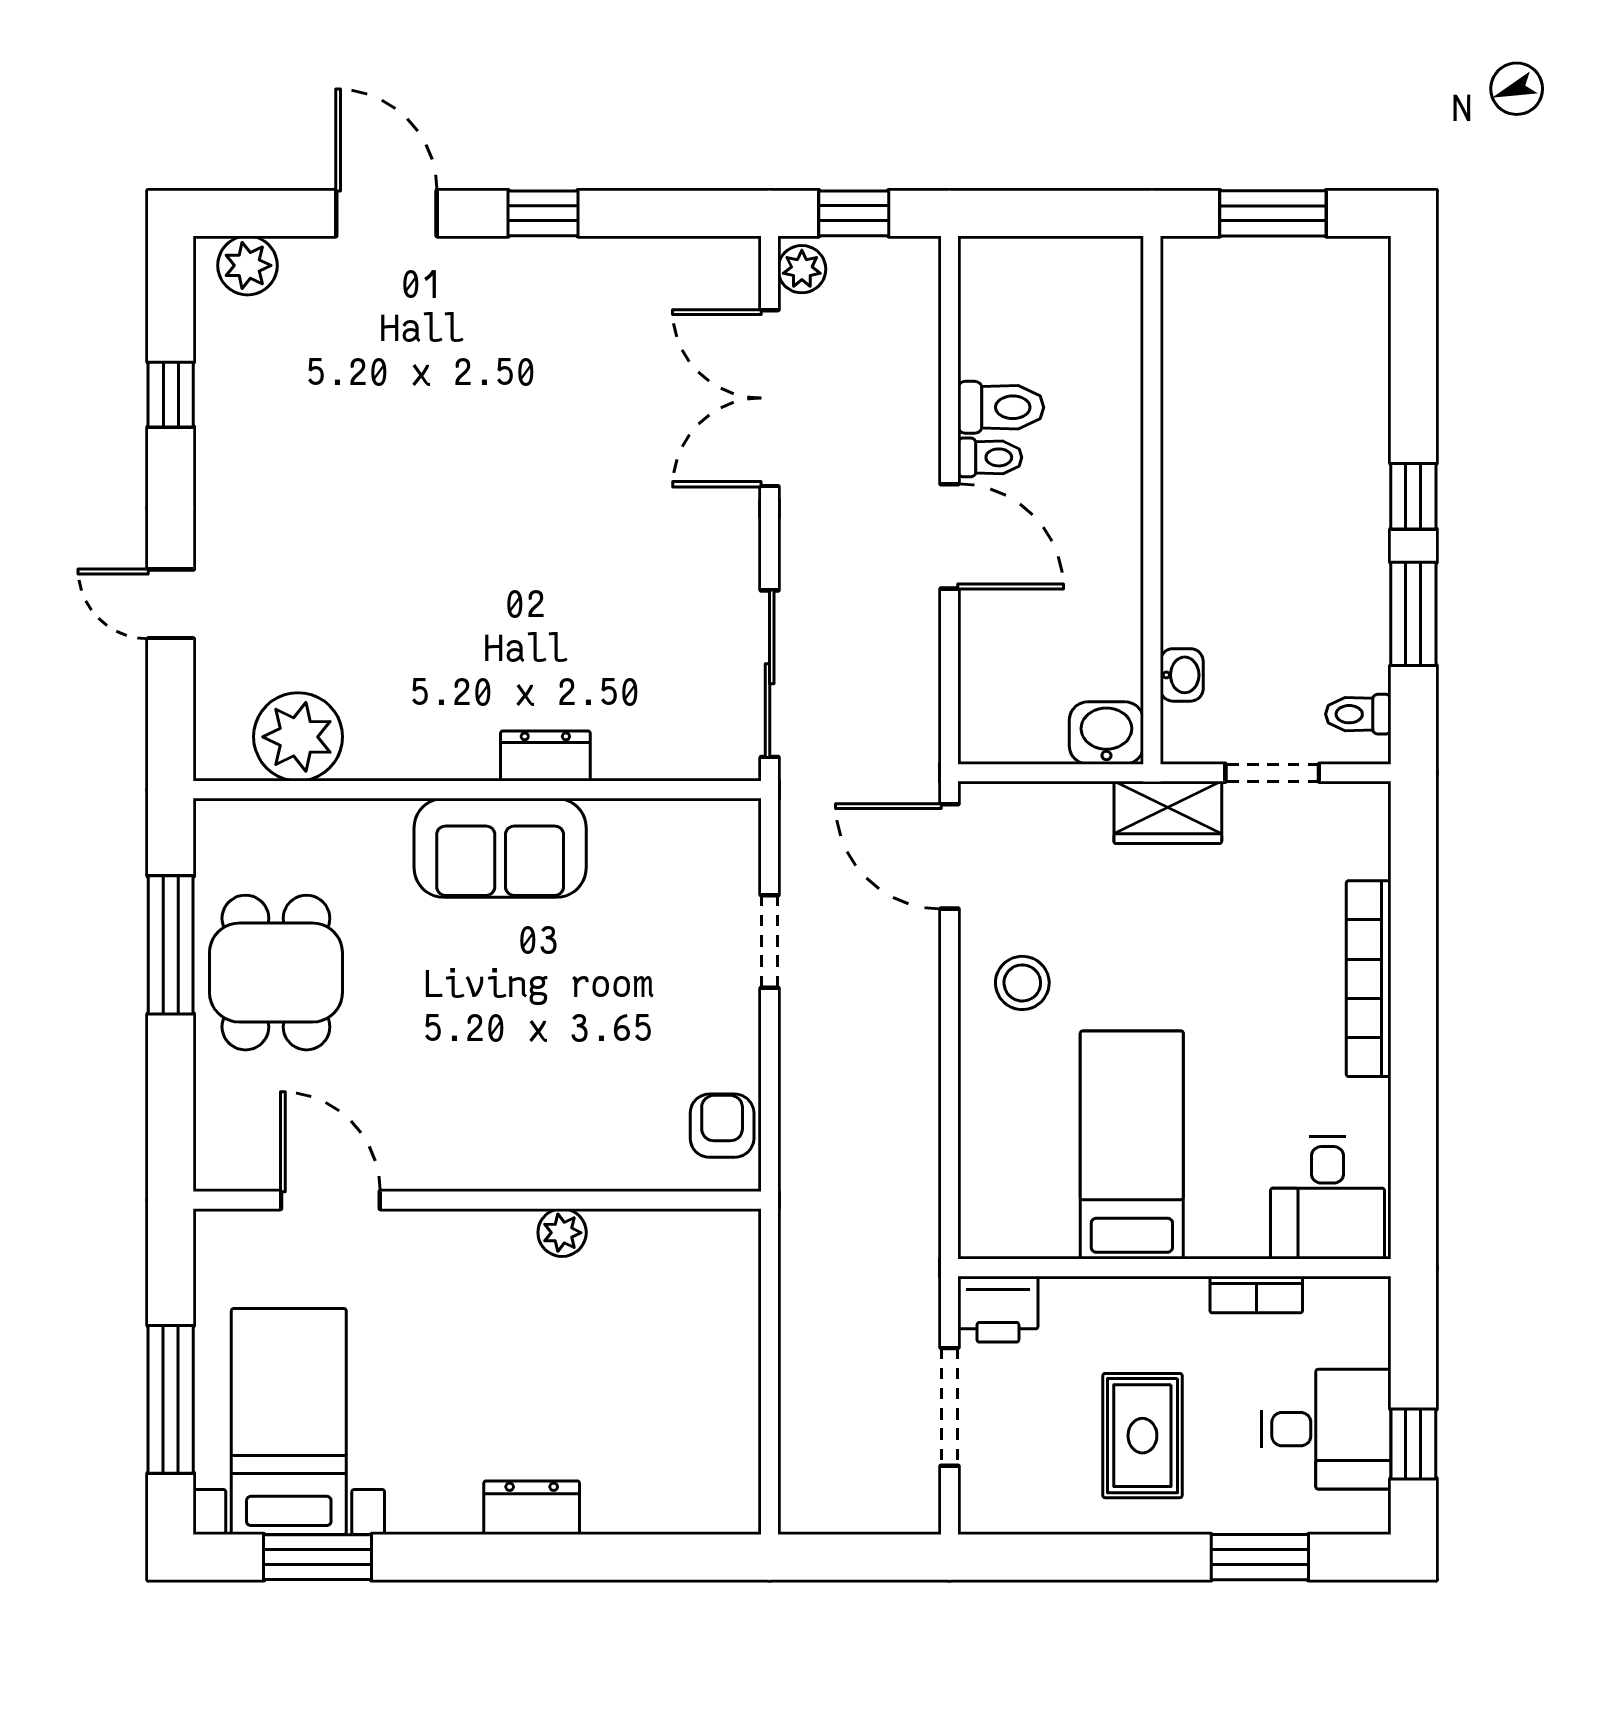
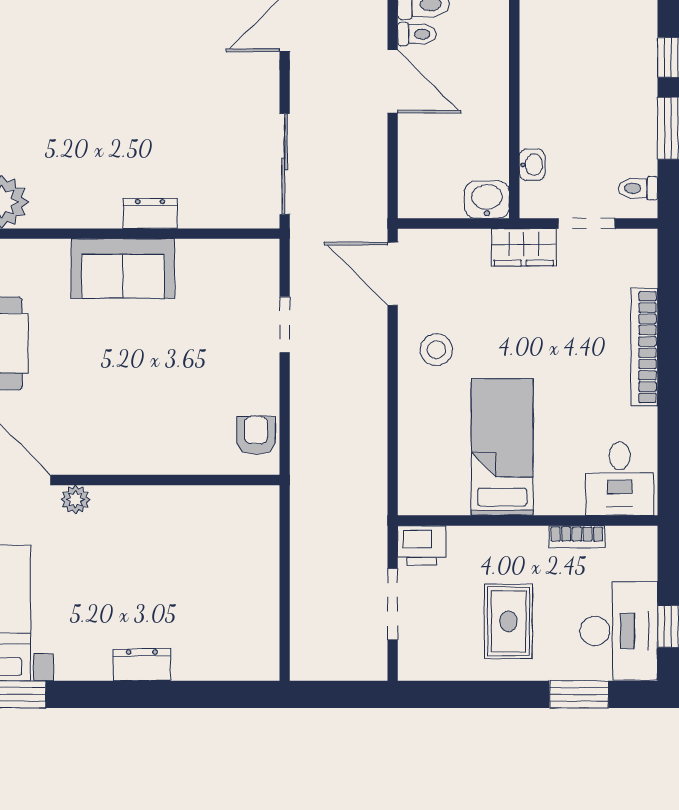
plant: (562, 1233) -> (76, 500), moved
desk: (1326, 1429) -> (619, 631), width x1.37

